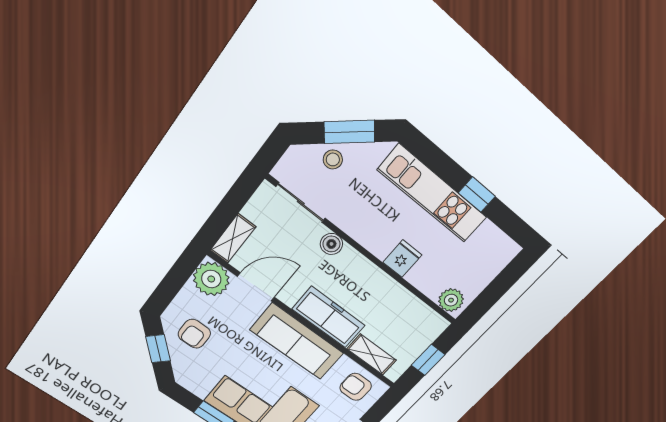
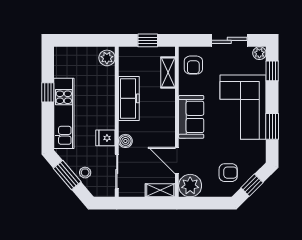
fridge: (402, 259) -> (105, 138), moved
freezer: (329, 317) -> (129, 98), moved, turned 180
sofa: (297, 342) -> (191, 117), width x0.73

